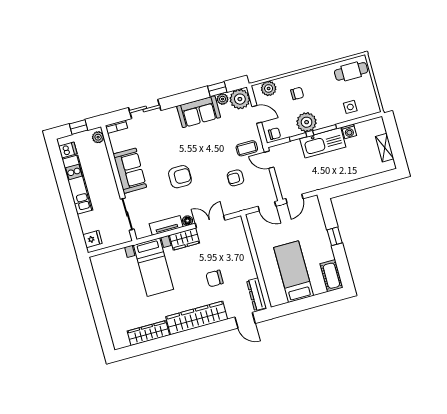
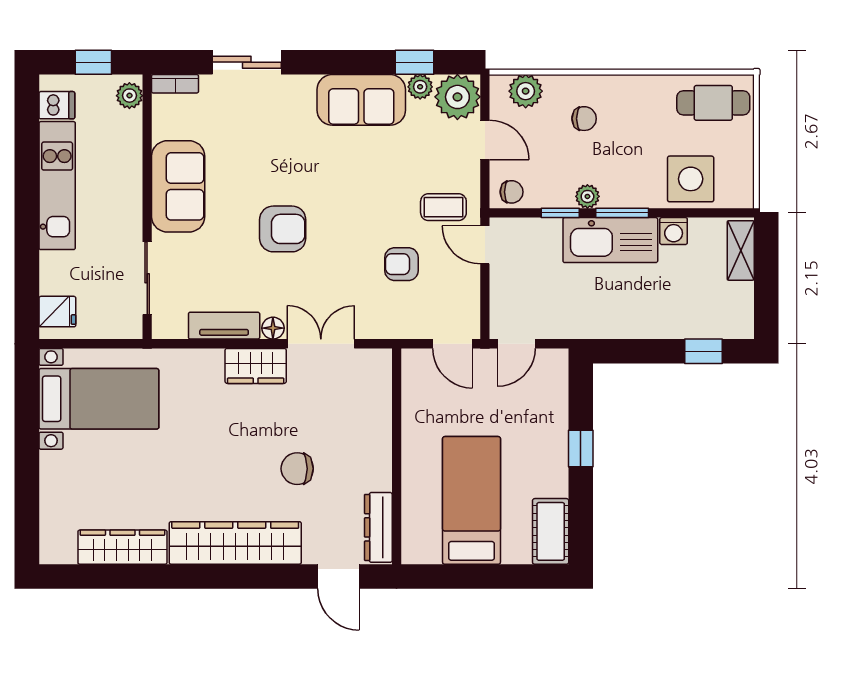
side table: (350, 107) -> (691, 179), width x1.87, depth x1.87
plant: (307, 122) -> (587, 196), width x0.53, depth x0.53
shelving: (385, 148) -> (741, 250), moved
window: (376, 180) -> (704, 351), added
bed with nightstands: (153, 267) -> (99, 399), moved, turned -90

